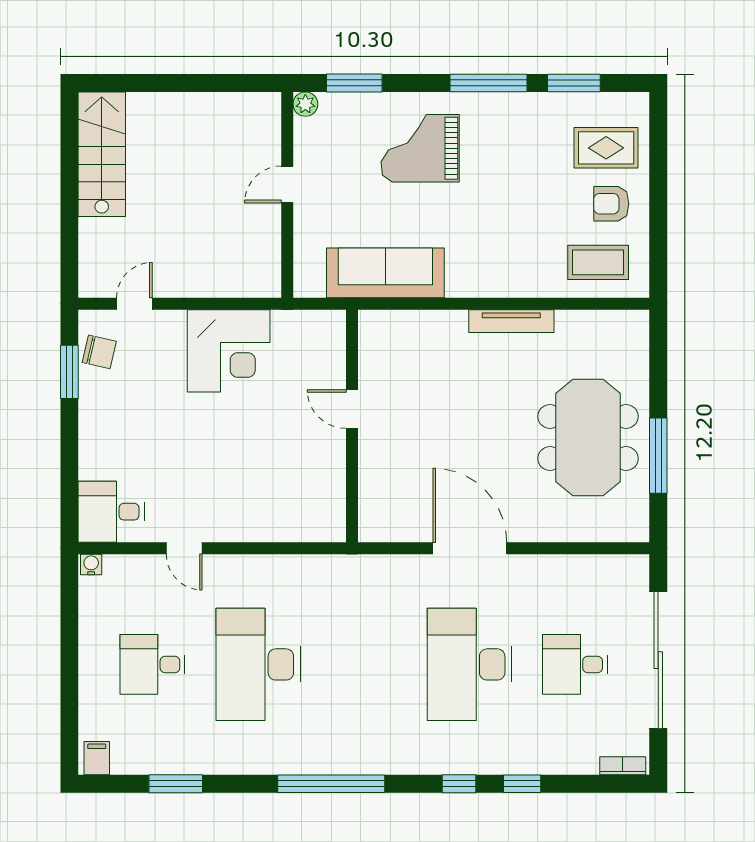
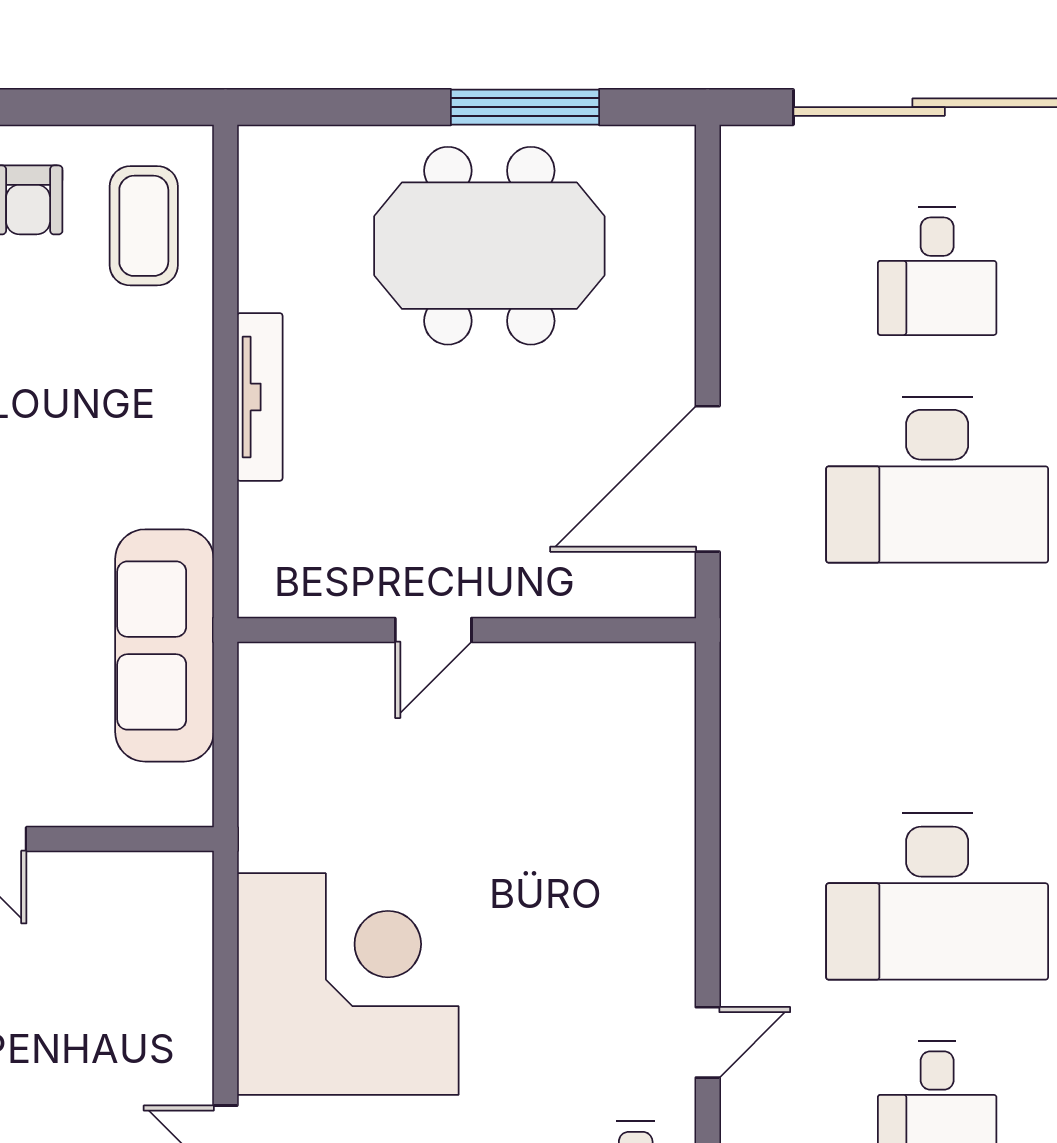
corner desk: (229, 351) -> (348, 984), width x1.36, depth x1.36
door: (352, 409) -> (433, 630), moved
wall: (352, 426) -> (467, 630), moved

